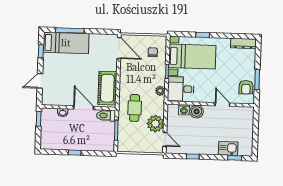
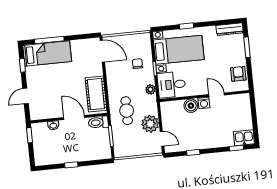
chair: (153, 52) -> (137, 64), moved
window: (257, 79) -> (247, 47), moved
armchair: (246, 87) -> (238, 74), turned 180
washing machine: (184, 110) -> (204, 103), moved
kitchen sink: (228, 149) -> (244, 138), moved

